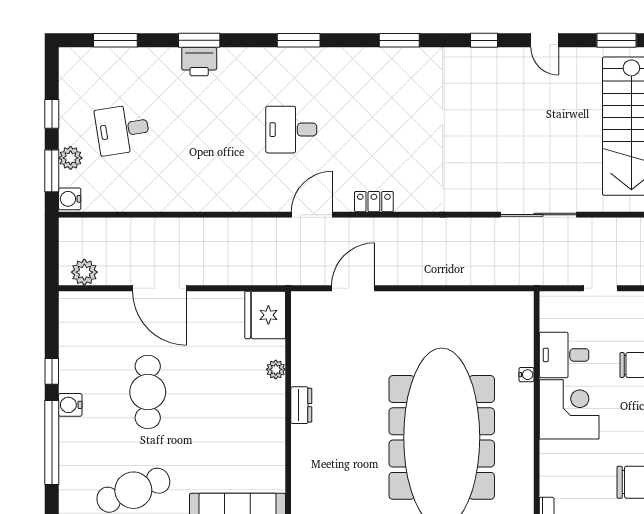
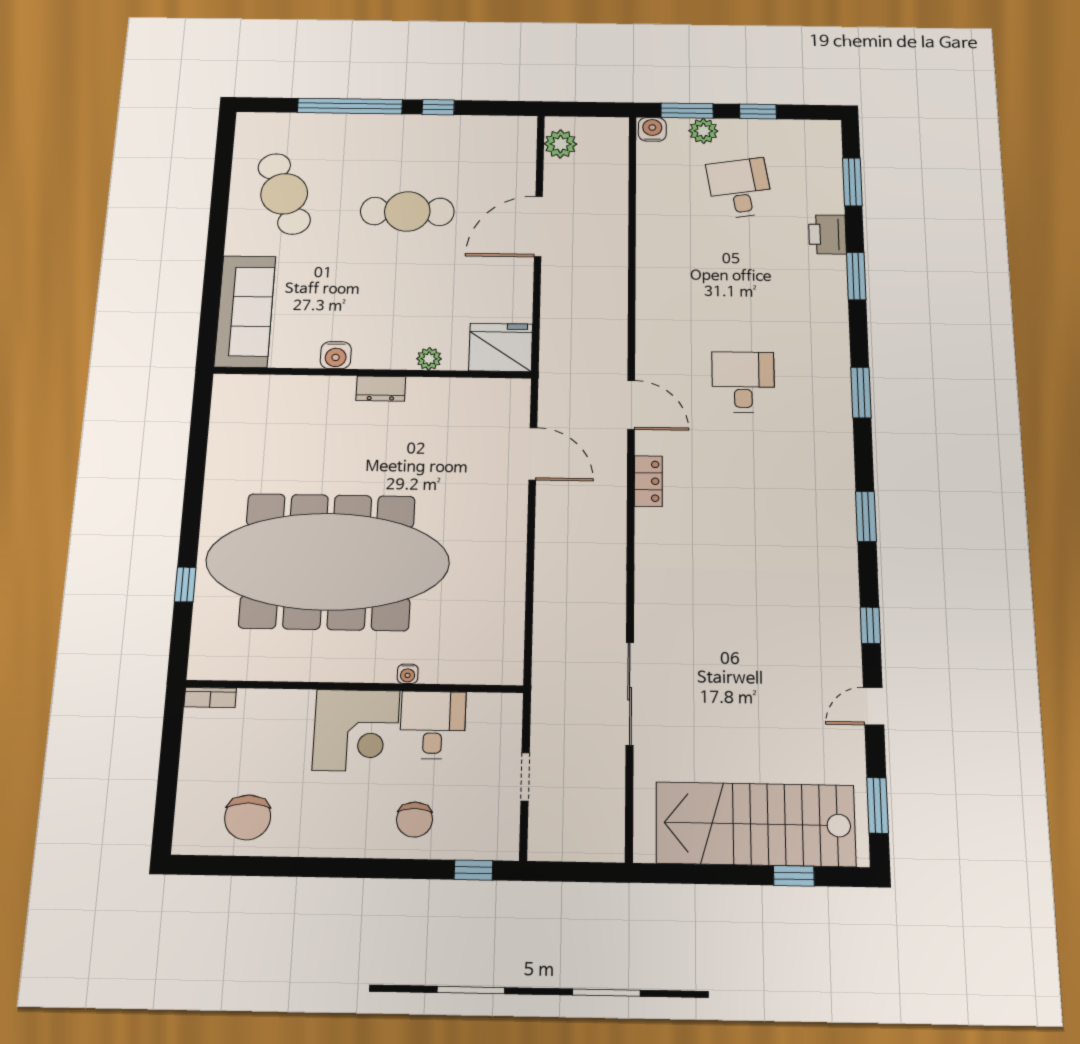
printer: (199, 62) -> (827, 234), moved
water cooler: (70, 405) -> (336, 355), moved, turned 180

